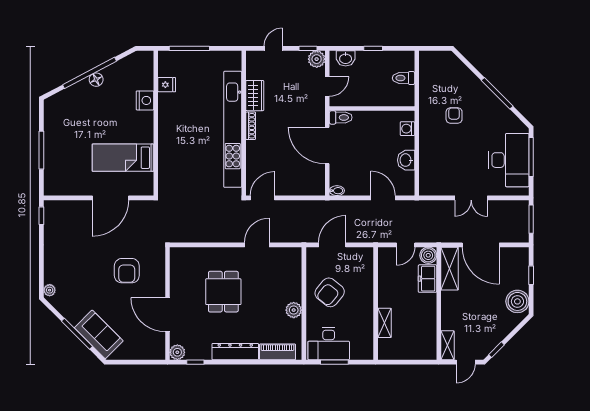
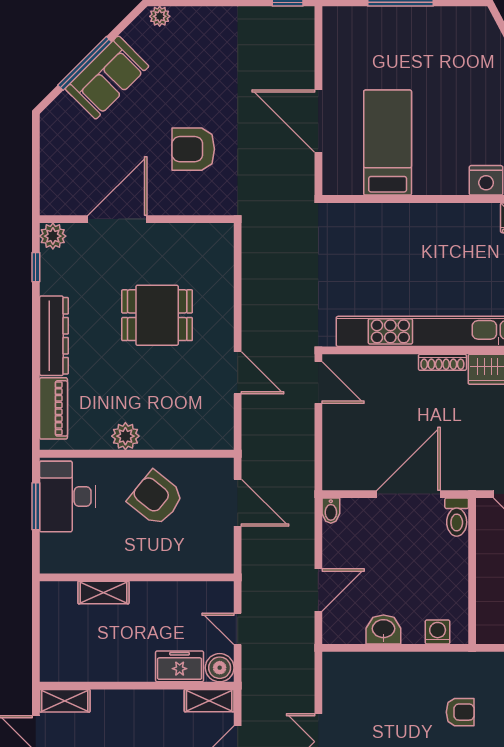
shelving: (450, 269) -> (209, 701), width x0.67, depth x0.75
sofa: (99, 334) -> (107, 77), moved

